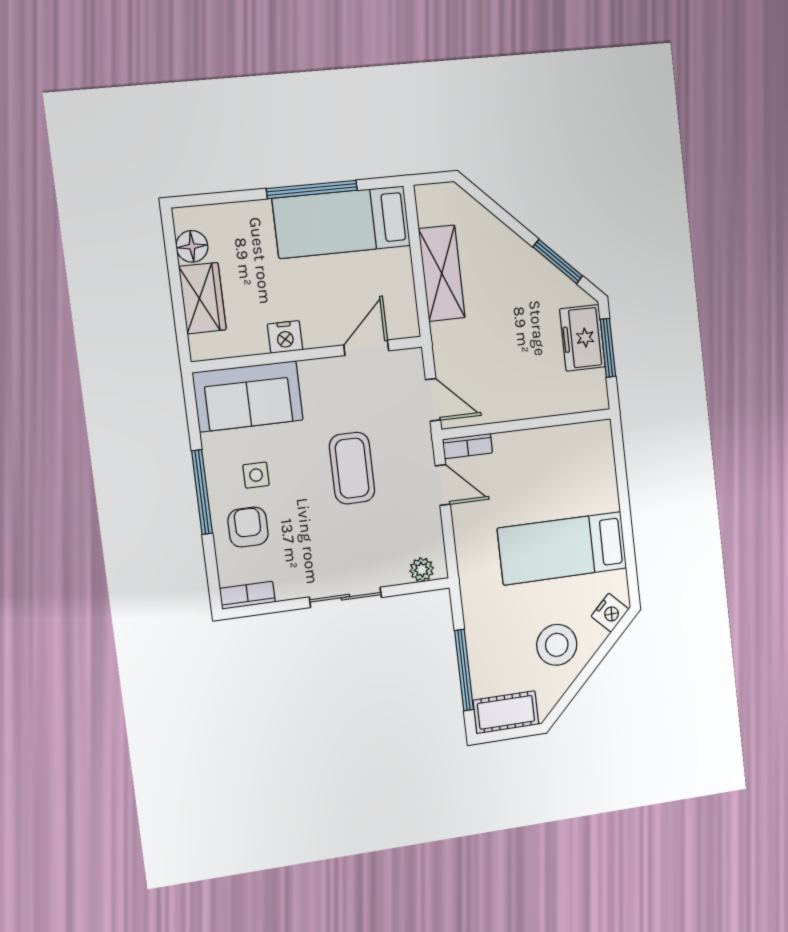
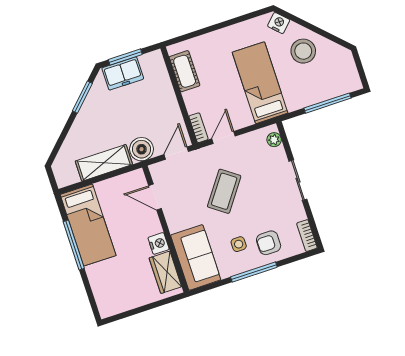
floor lamp: (192, 246) -> (120, 304), removed
wardrobe: (202, 298) -> (165, 272), moved, turned -90
boiler: (451, 342) -> (142, 149), added
coffee table: (352, 468) -> (224, 191), turned -54
bed: (562, 548) -> (260, 83), moved, turned 180
cot: (506, 712) -> (185, 71), moved

